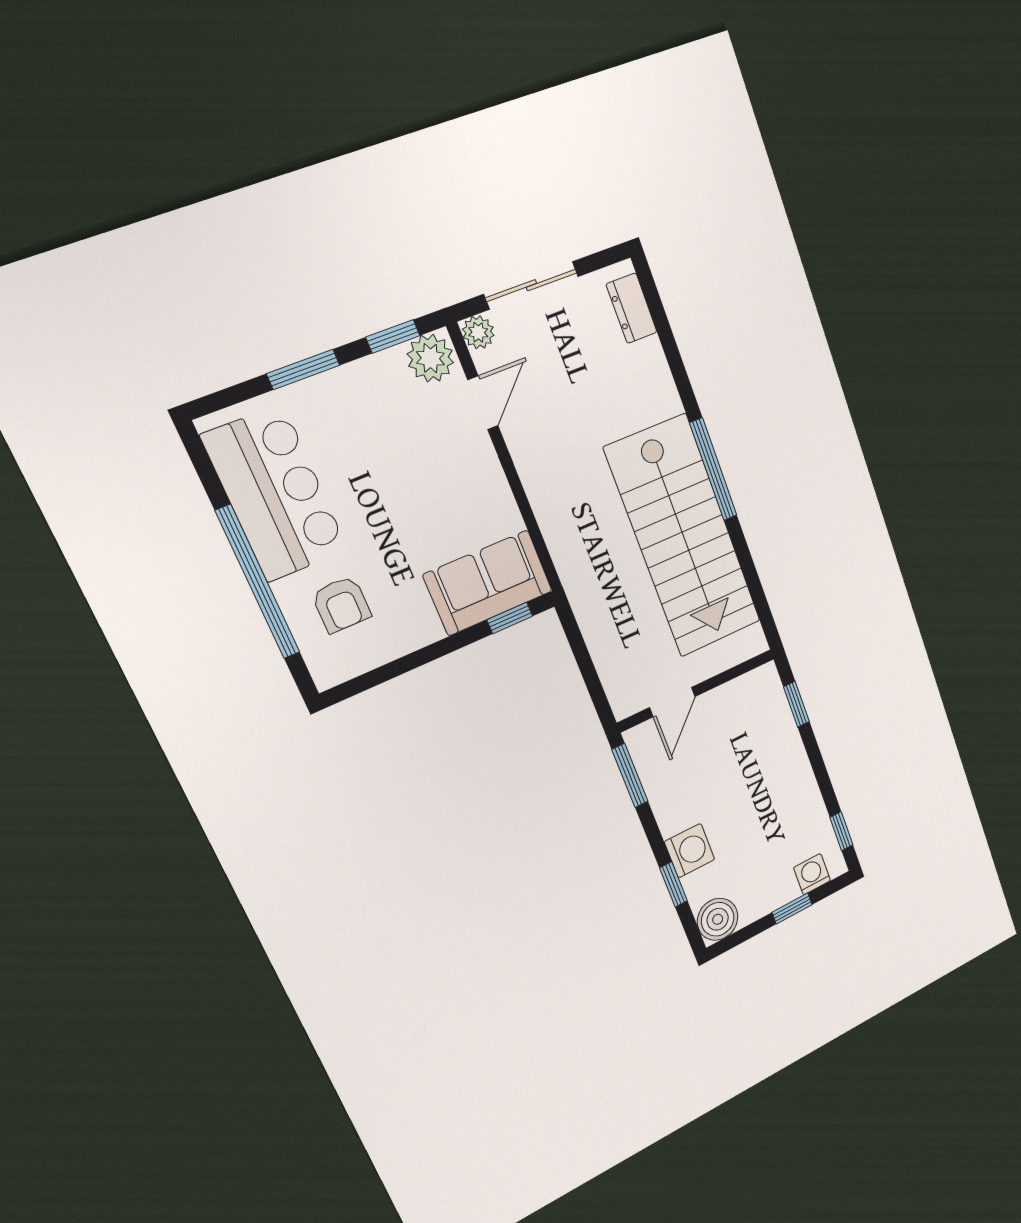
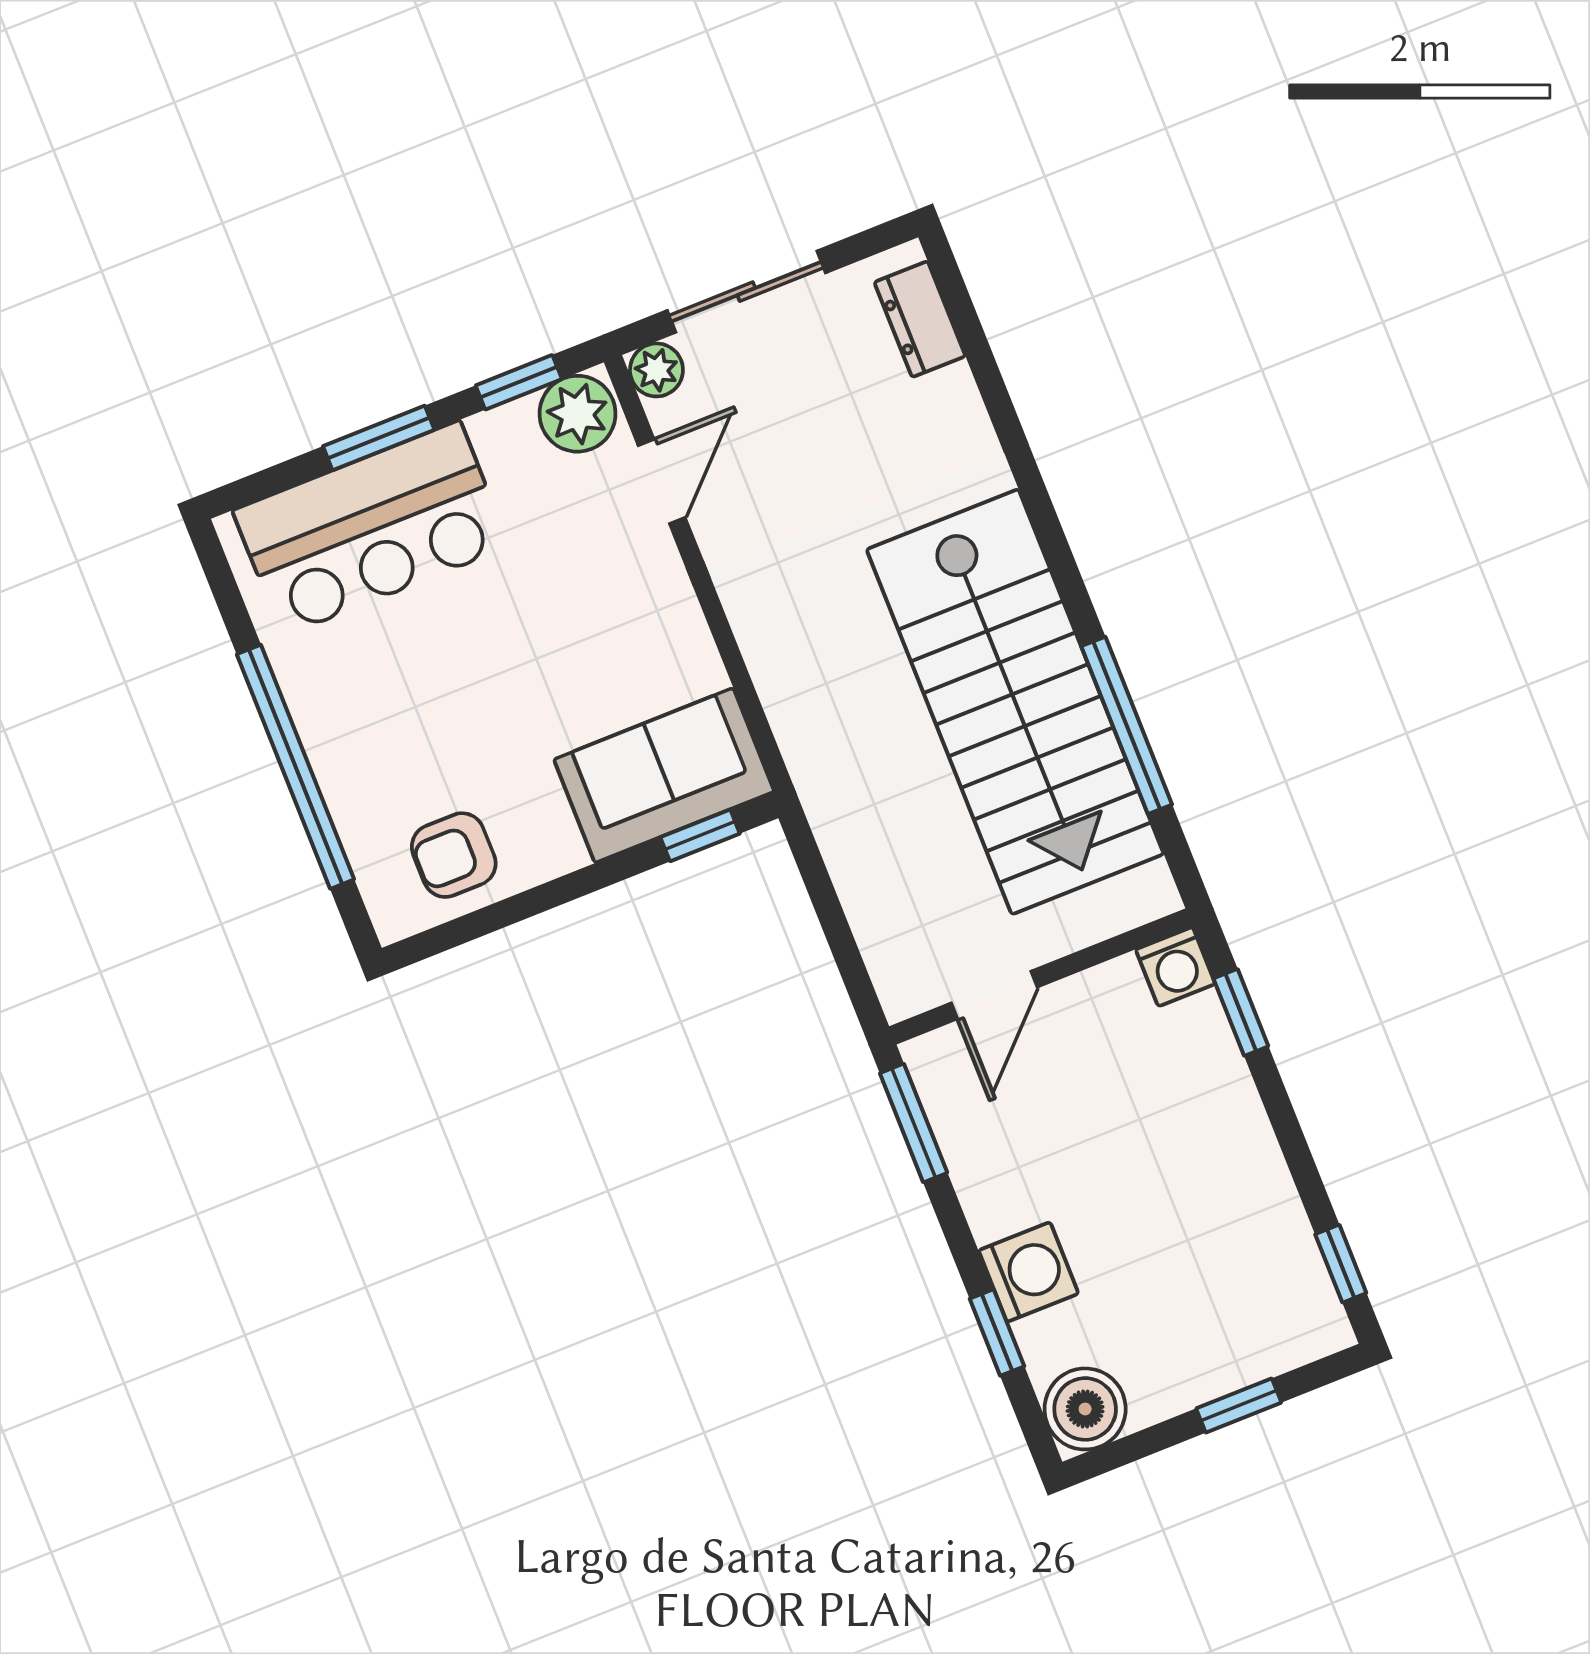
window: (713, 469) -> (1127, 725), moved
bar counter: (275, 494) -> (371, 528), moved, turned 90
armchair: (341, 604) -> (454, 855), moved, turned 90
washing machine: (812, 874) -> (1175, 967), moved, turned 180

